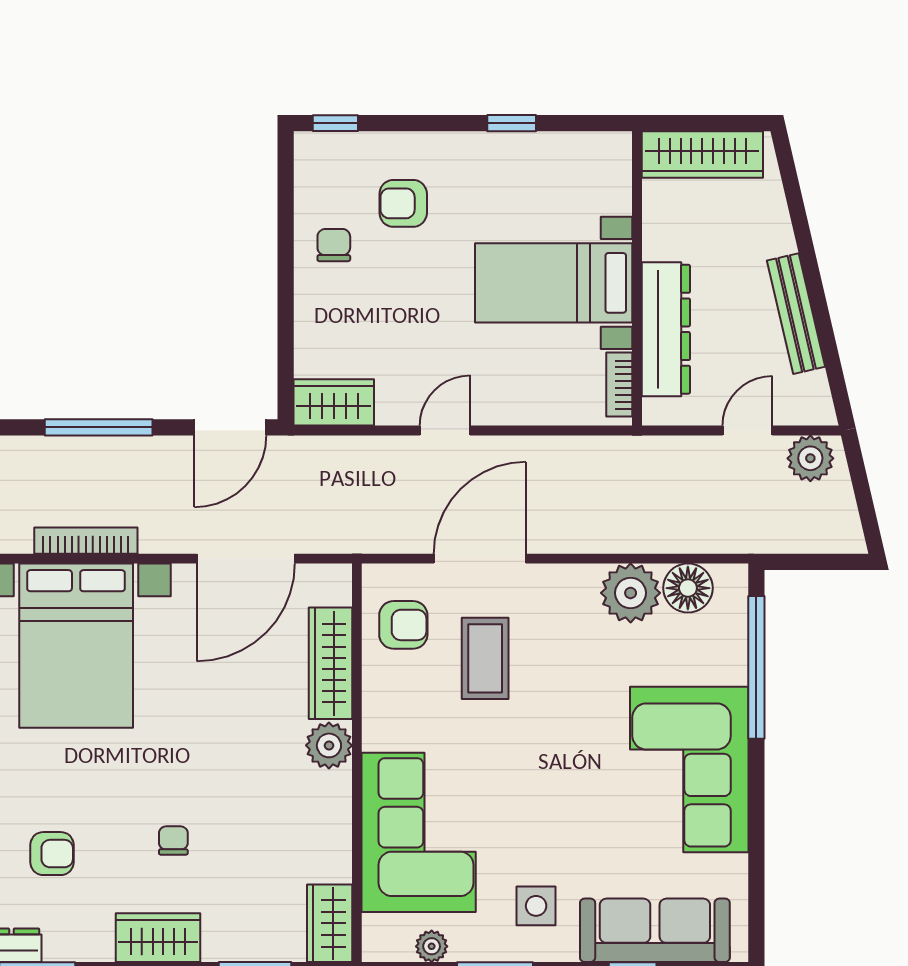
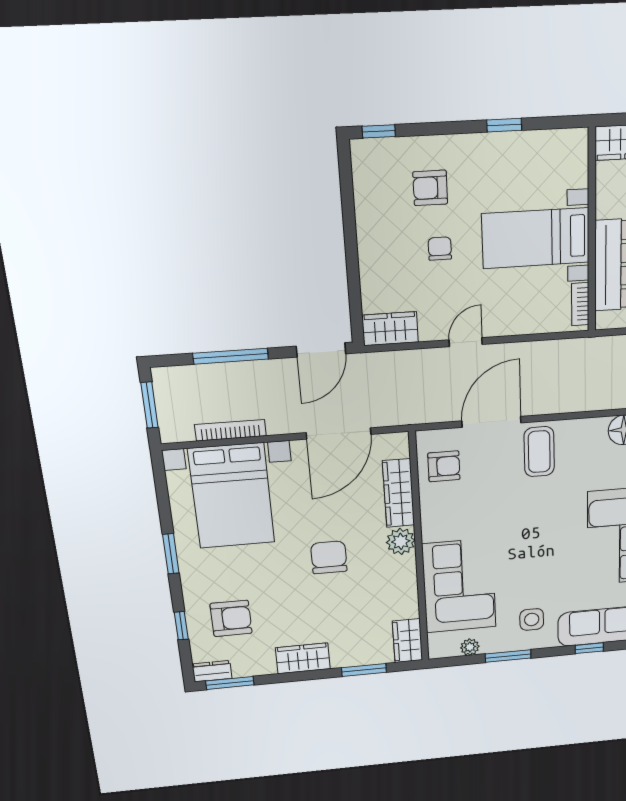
chair: (334, 245) -> (440, 249), moved
plant: (631, 593) -> (588, 436), removed
coffee table: (485, 658) -> (539, 452), moved
chair: (173, 841) -> (329, 557), moved, width x1.87, depth x1.87
armchair: (52, 854) -> (231, 618), width x1.38, depth x1.38

